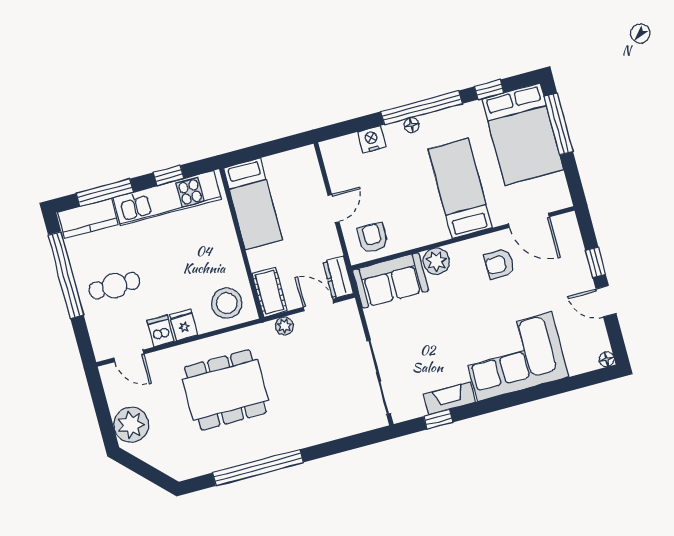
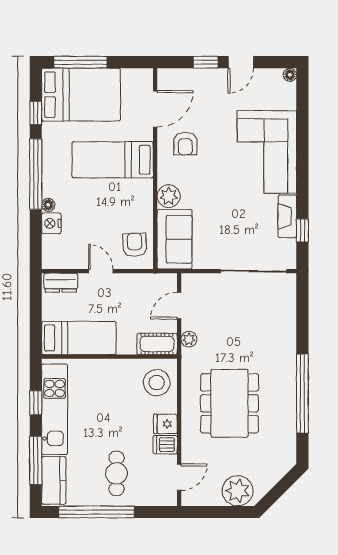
floor lamp: (412, 125) -> (48, 205), moved
armchair: (373, 238) -> (135, 245), turned 87
dresser: (338, 277) -> (61, 283), moved

